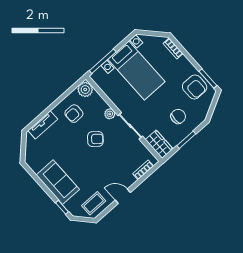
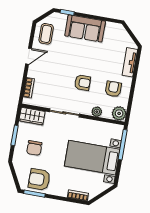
plant: (110, 114) -> (97, 112), moved
armchair: (95, 139) -> (82, 83), turned -130

